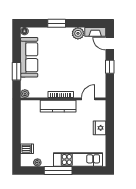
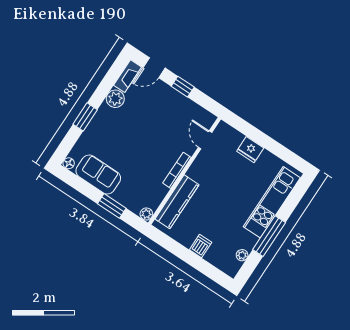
sofa: (29, 57) -> (98, 174), width x0.73
kitchen counter: (58, 106) -> (177, 202), moved
dishwasher: (27, 149) -> (201, 246), moved

